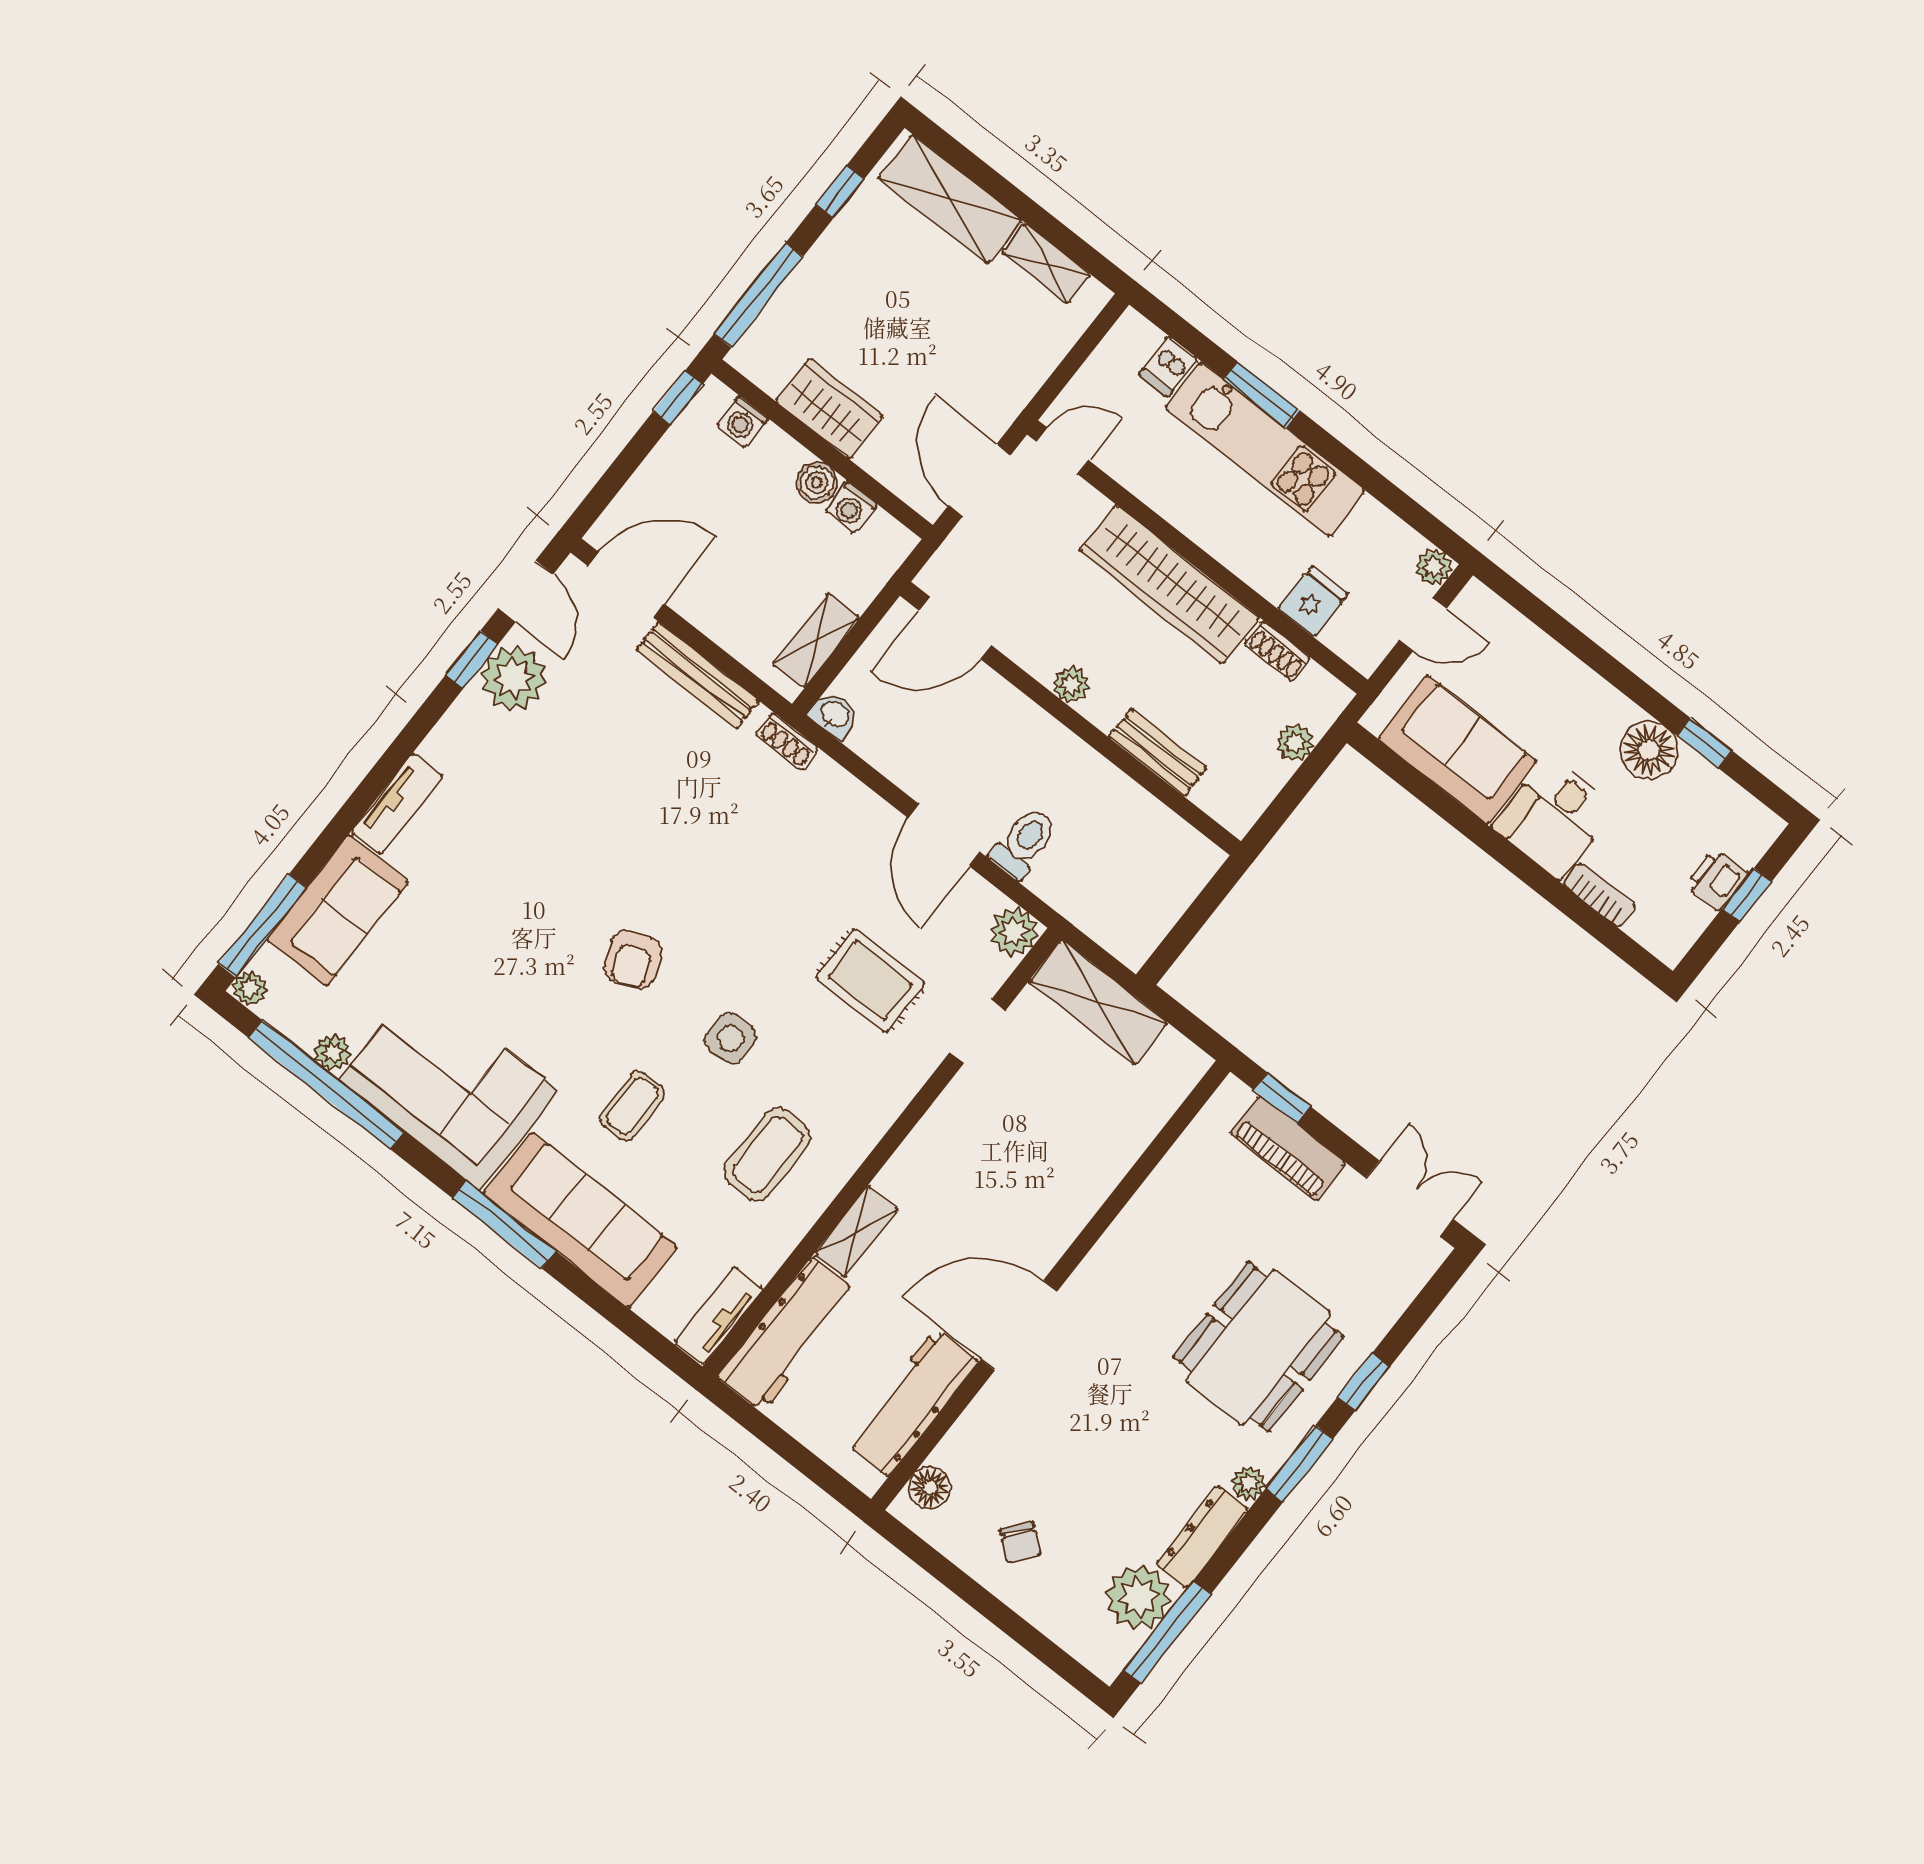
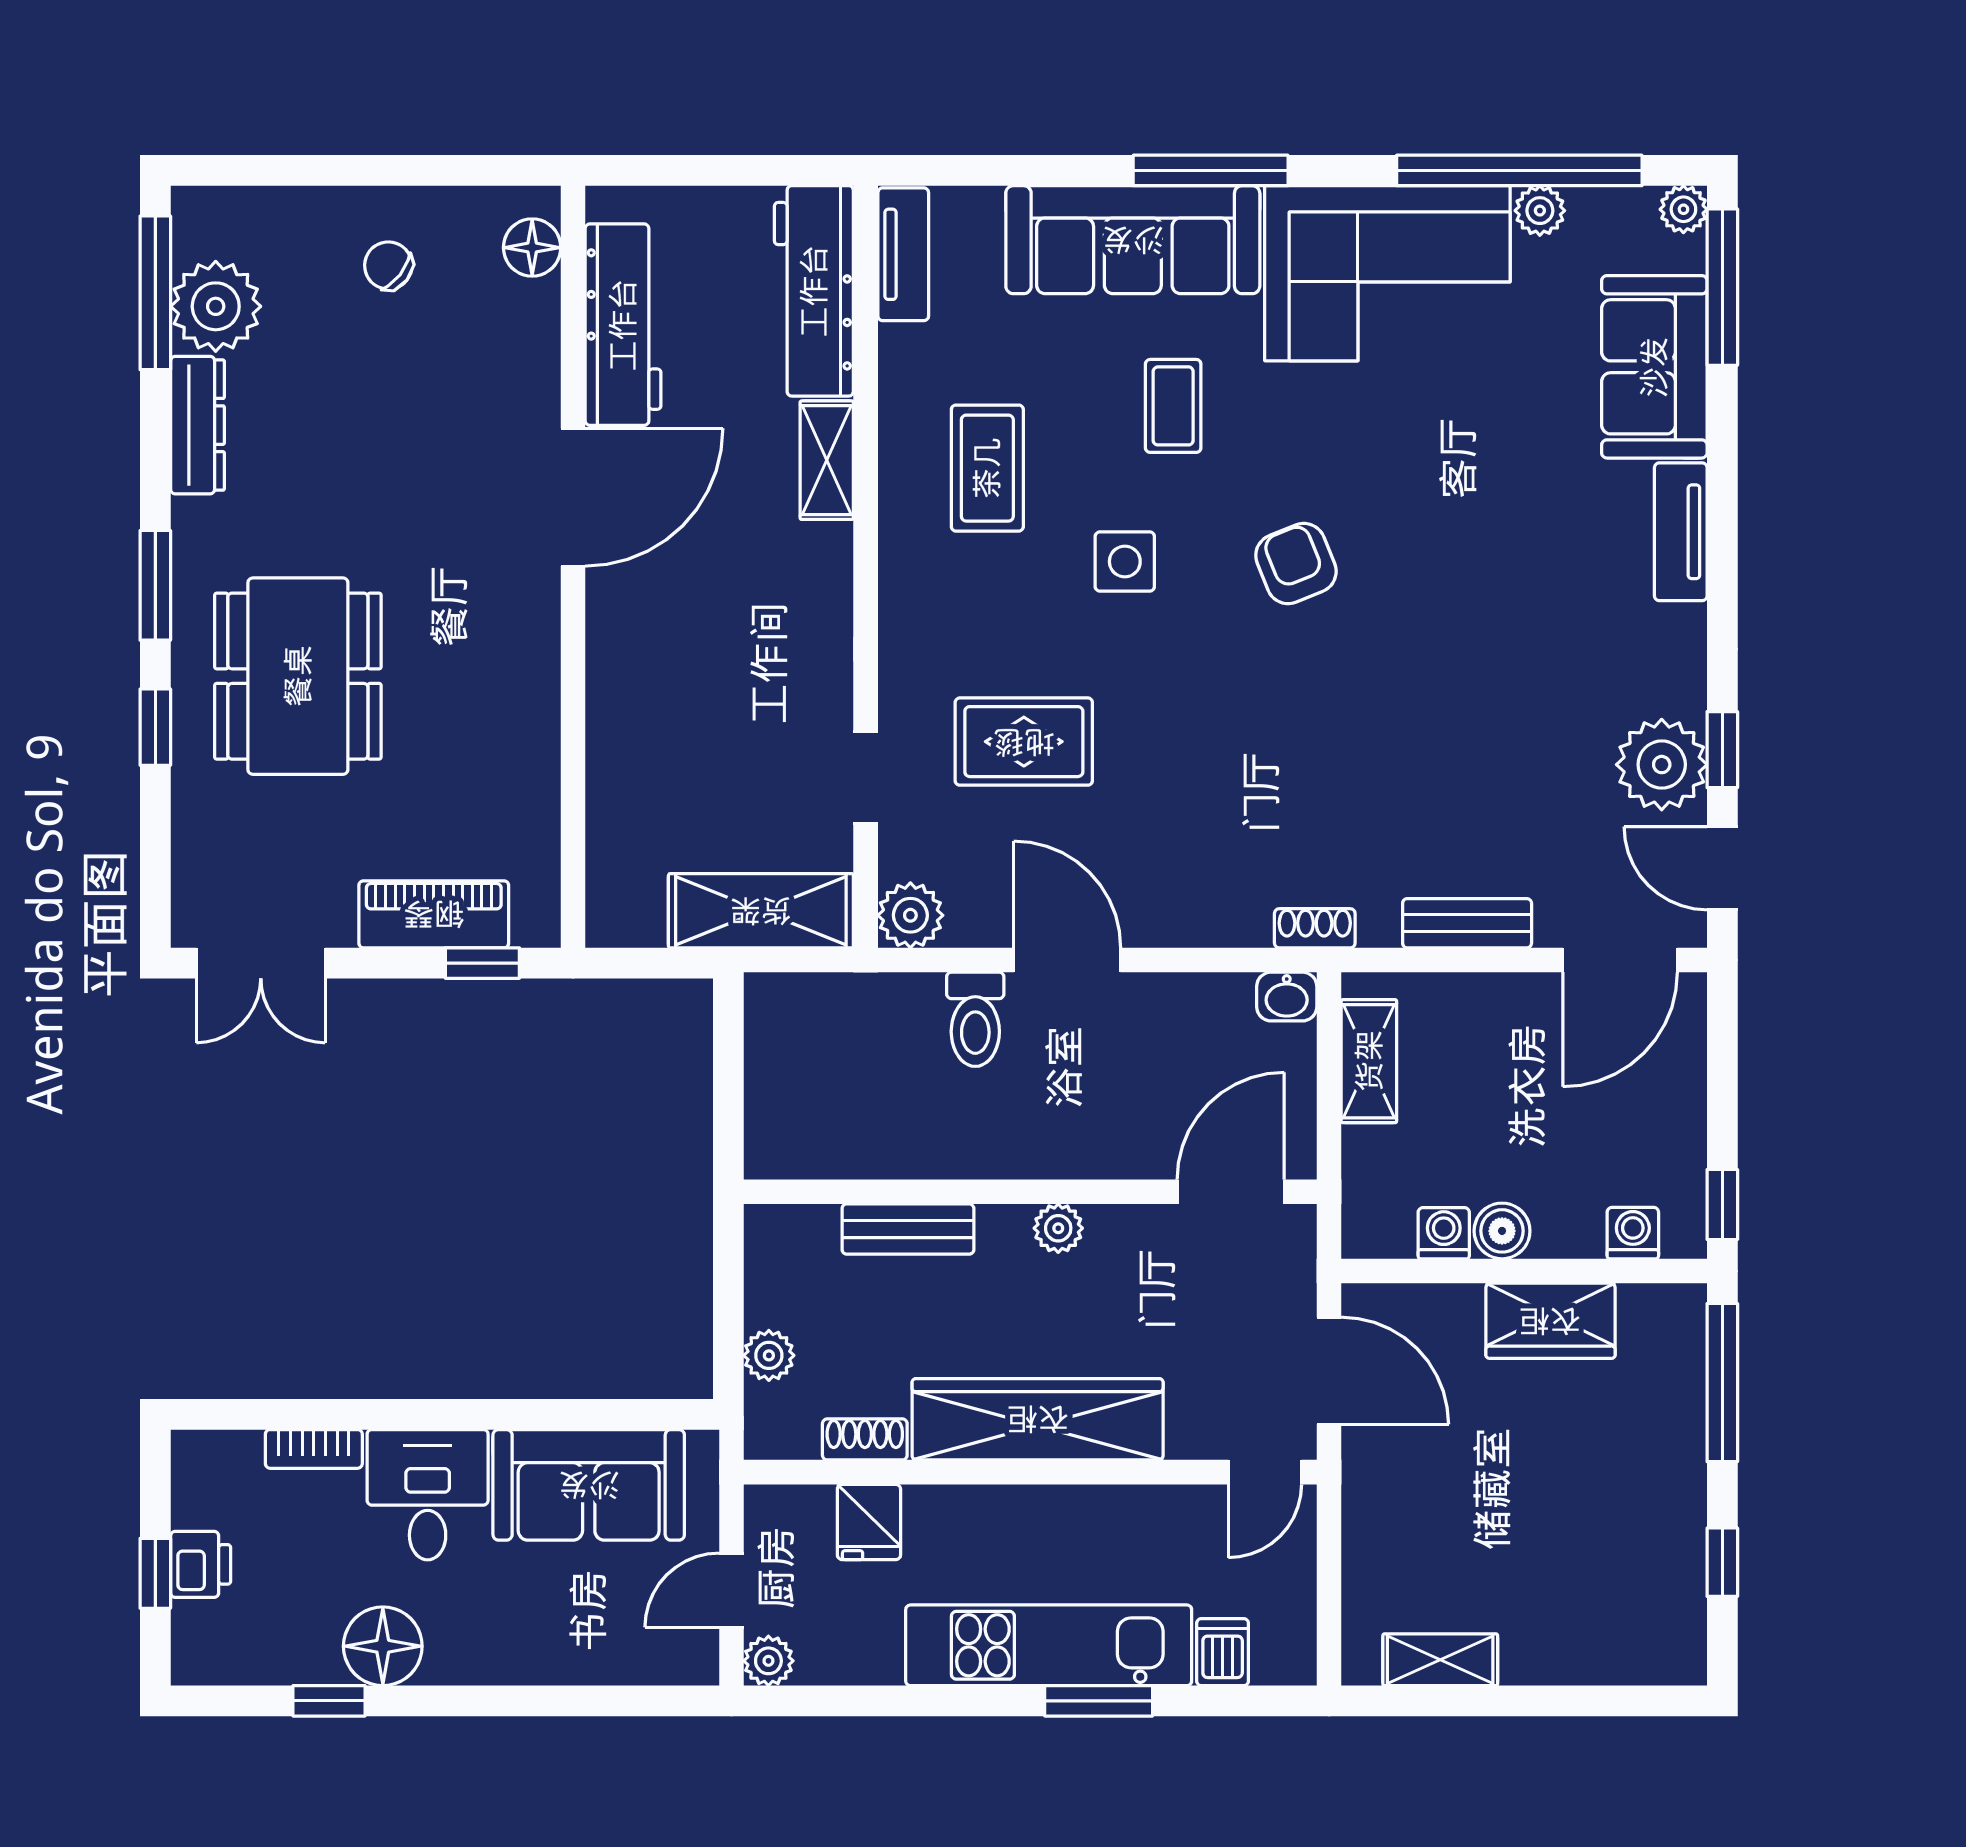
shelving: (950, 199) -> (1598, 1647), removed
bench: (697, 675) -> (1467, 923), width x0.73
plant: (1249, 1483) -> (193, 522), removed

